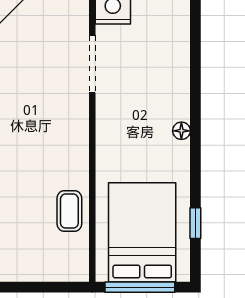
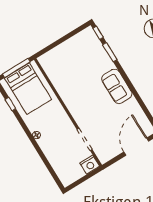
coffee table: (69, 211) -> (60, 80), removed

